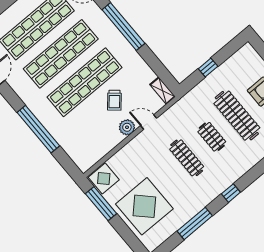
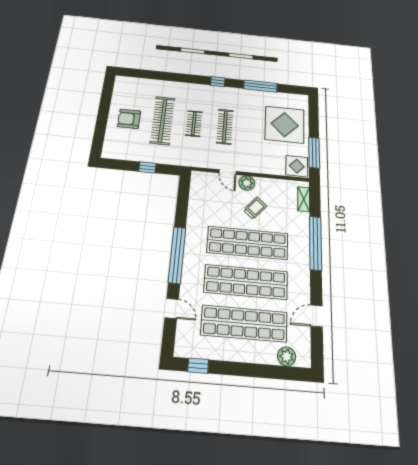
shelving: (163, 91) -> (304, 199), moved
trolley: (114, 100) -> (255, 208), moved

